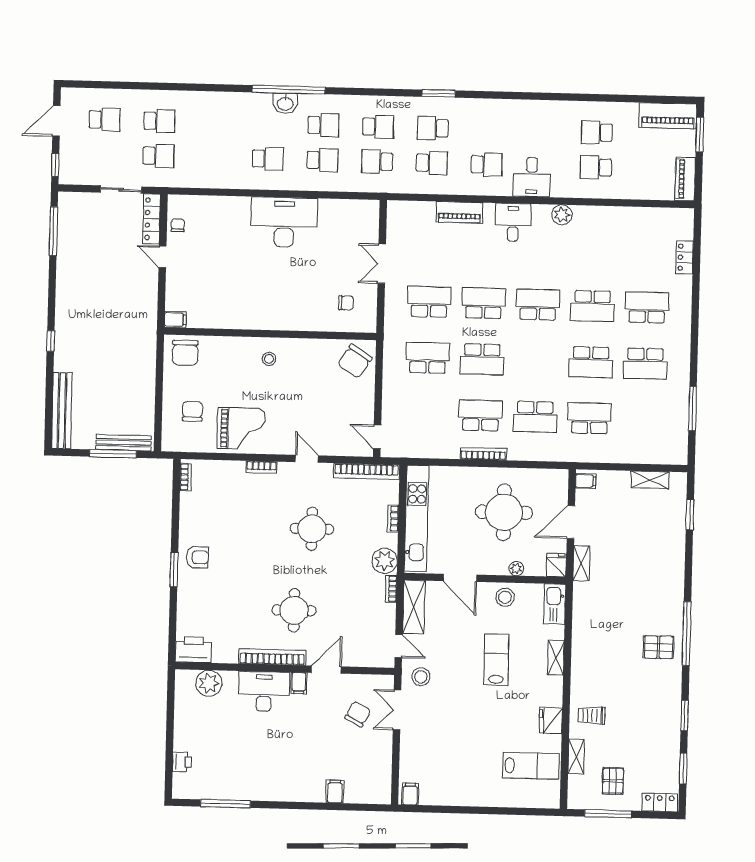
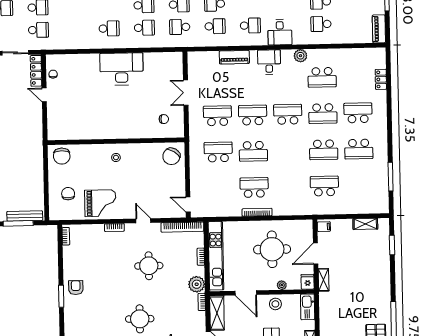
filing cabinet: (175, 320) -> (54, 135), removed
school desk: (535, 417) -> (322, 77), moved
armchair: (197, 557) -> (76, 288), turned -90

